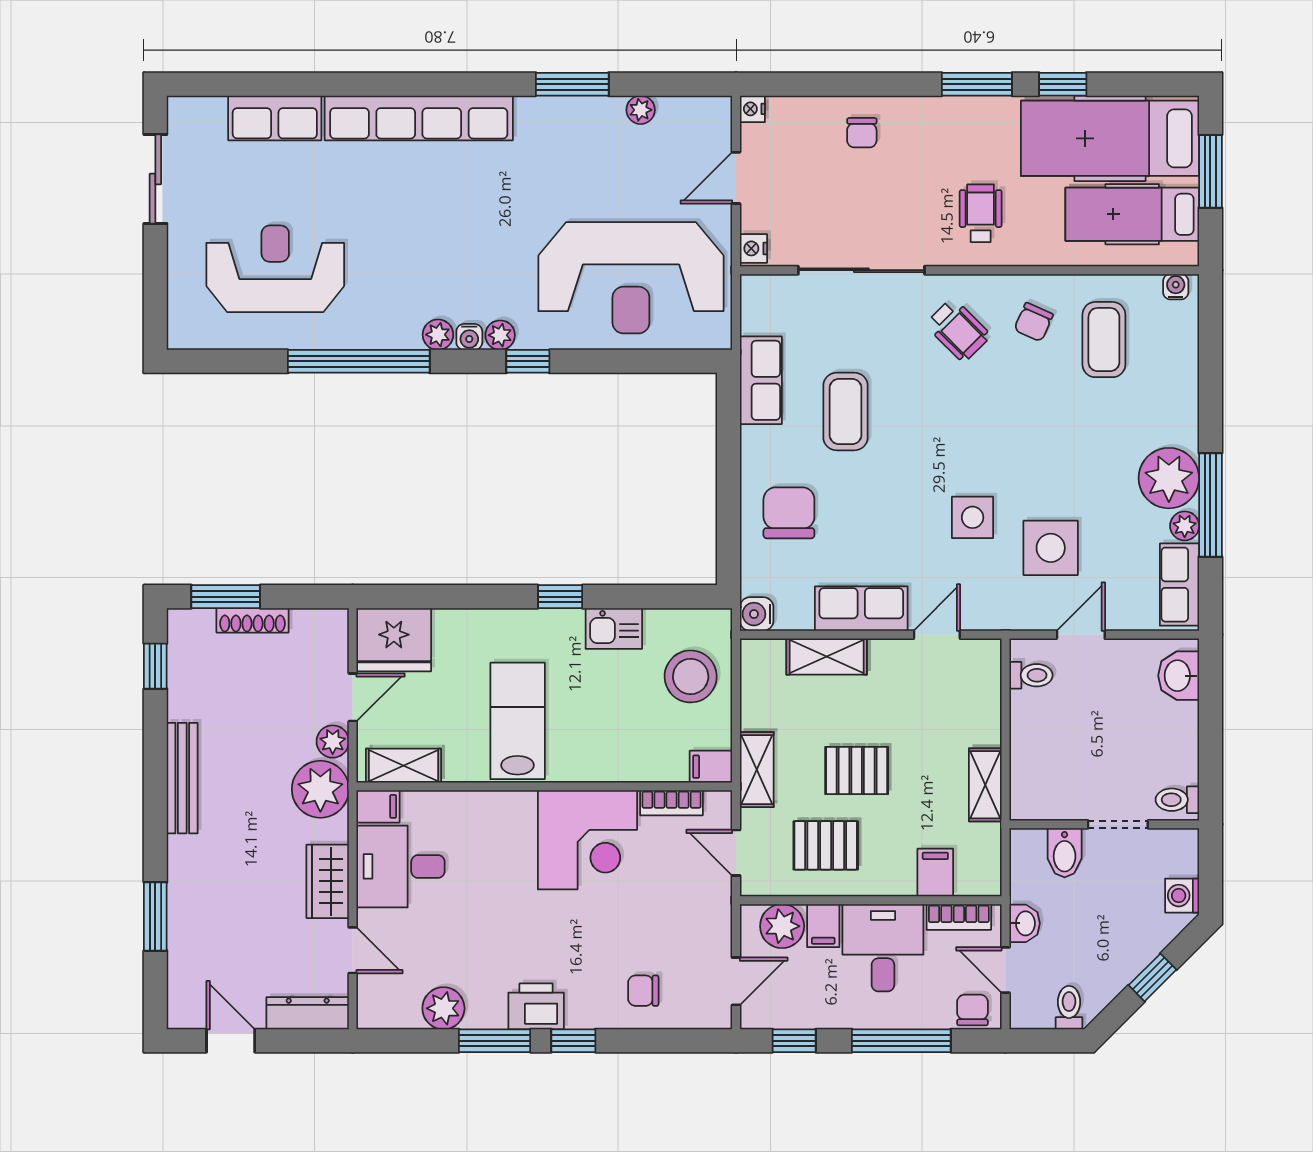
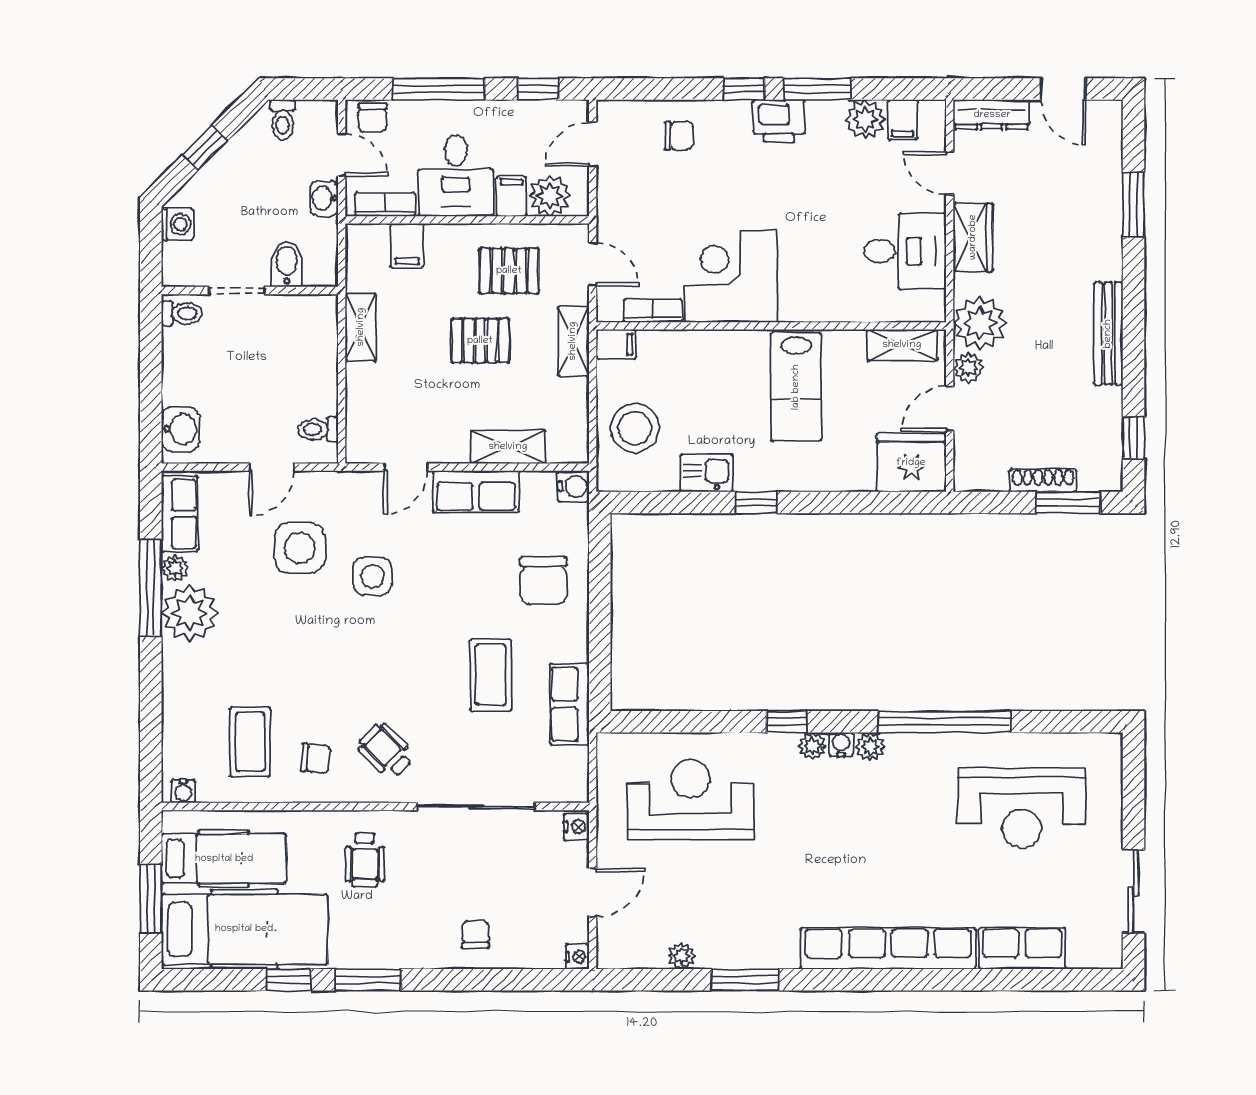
reception desk: (631, 278) -> (691, 800), width x0.74, depth x0.77
chair: (1034, 322) -> (316, 758), turned 71
filing cabinet: (378, 806) -> (903, 120), moved, turned -90

